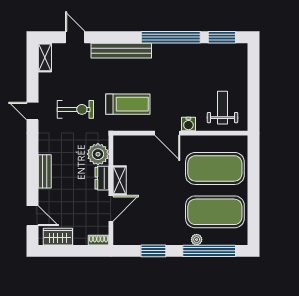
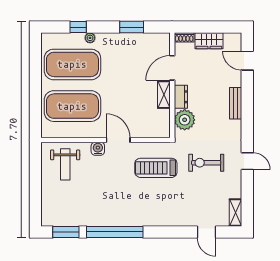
bench: (121, 51) -> (162, 219), removed
wardrobe: (58, 237) -> (209, 41), moved
window: (209, 251) -> (78, 27), width x0.32

